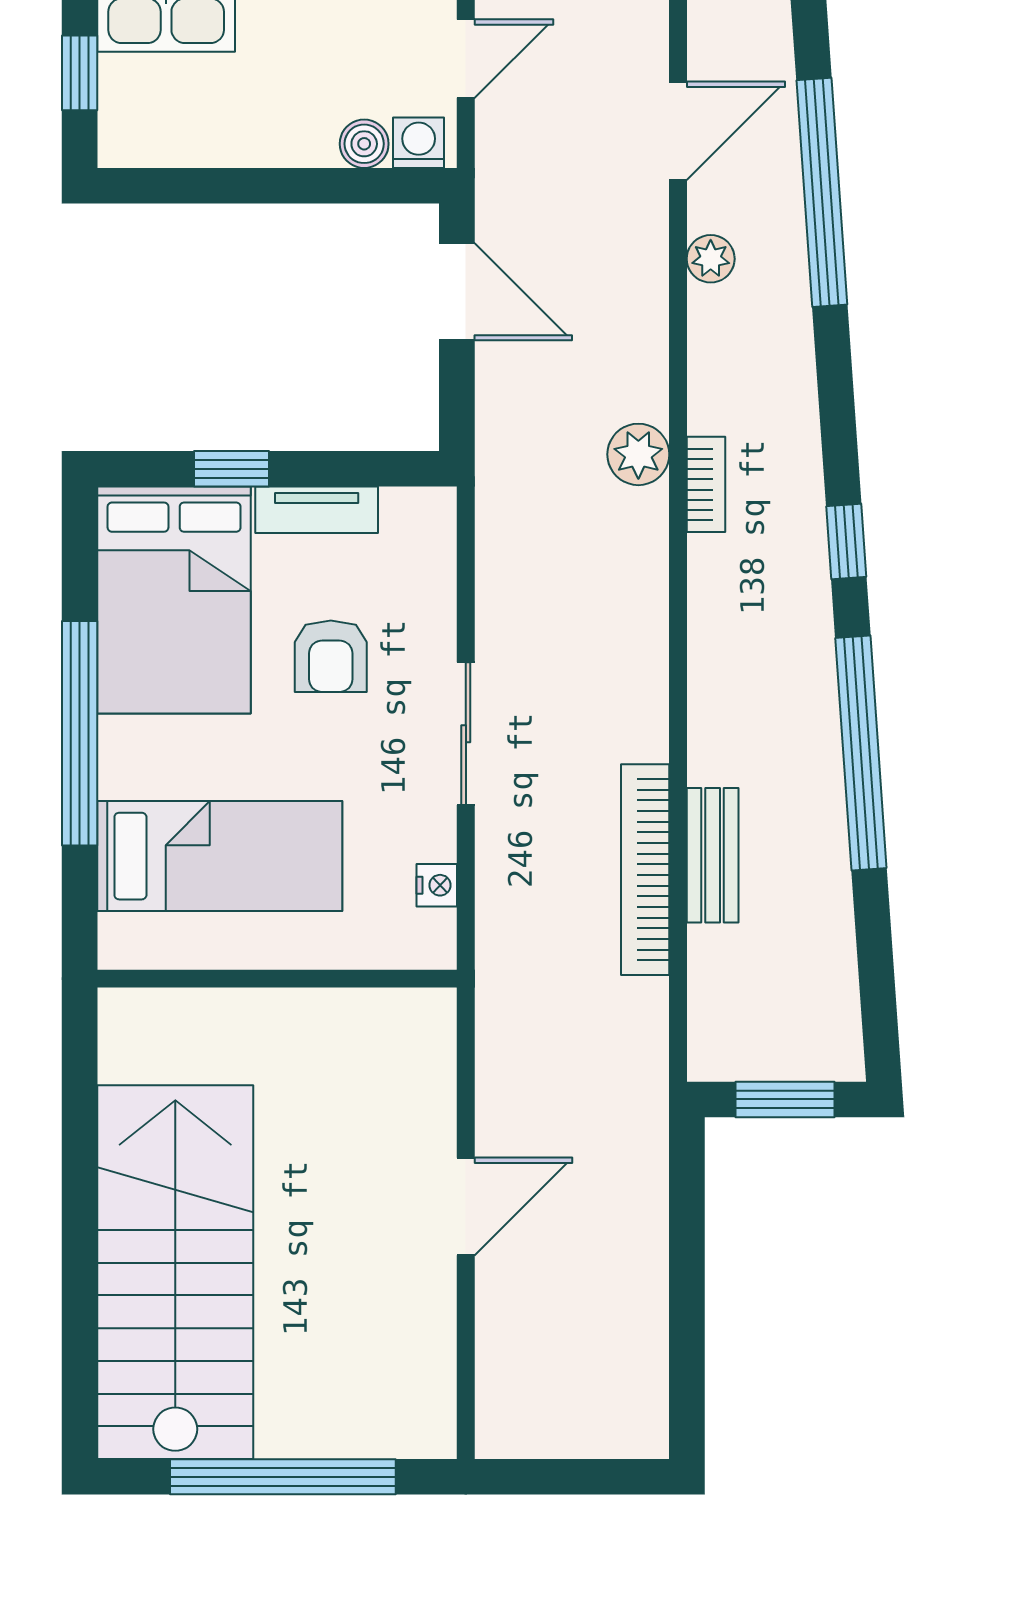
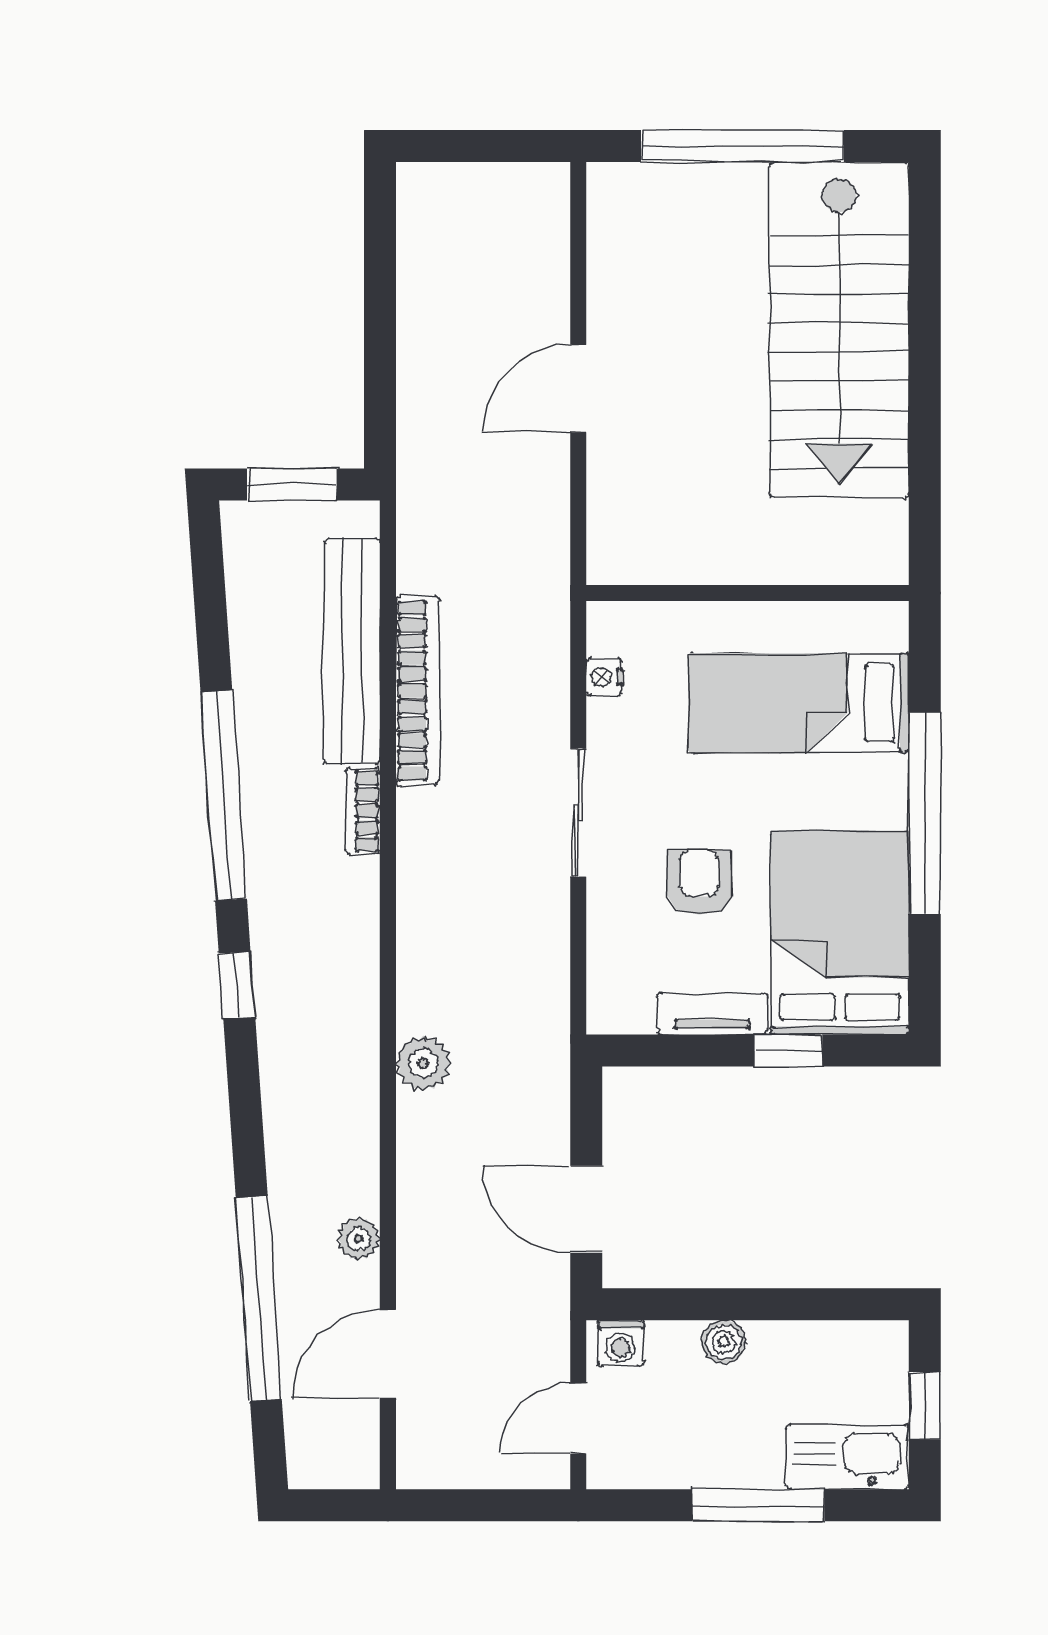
boiler: (364, 144) -> (724, 1342), moved
bookcase: (706, 484) -> (363, 811), moved
bench: (713, 855) -> (352, 651), width x1.86, depth x1.21

